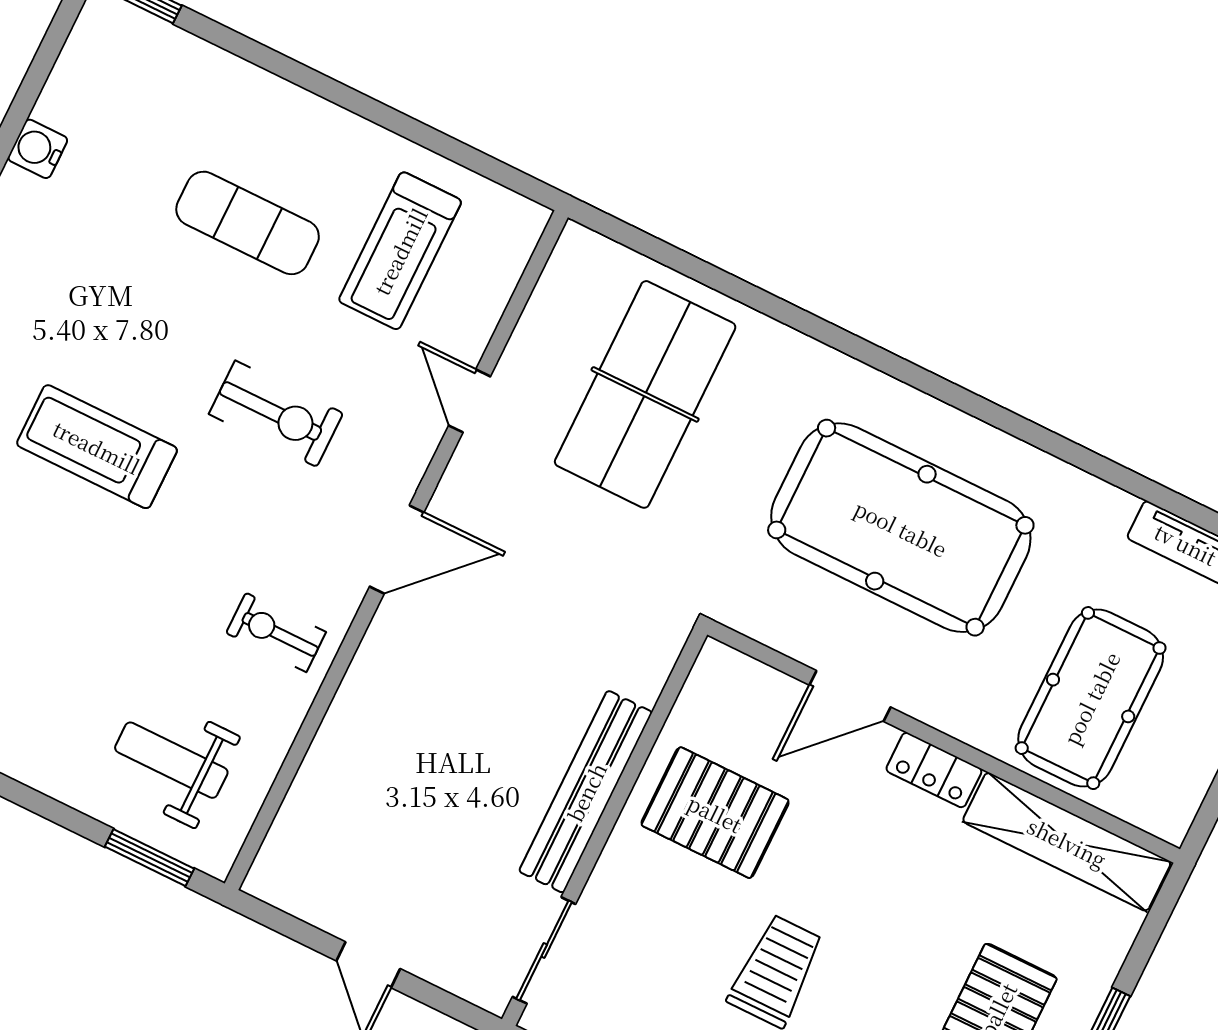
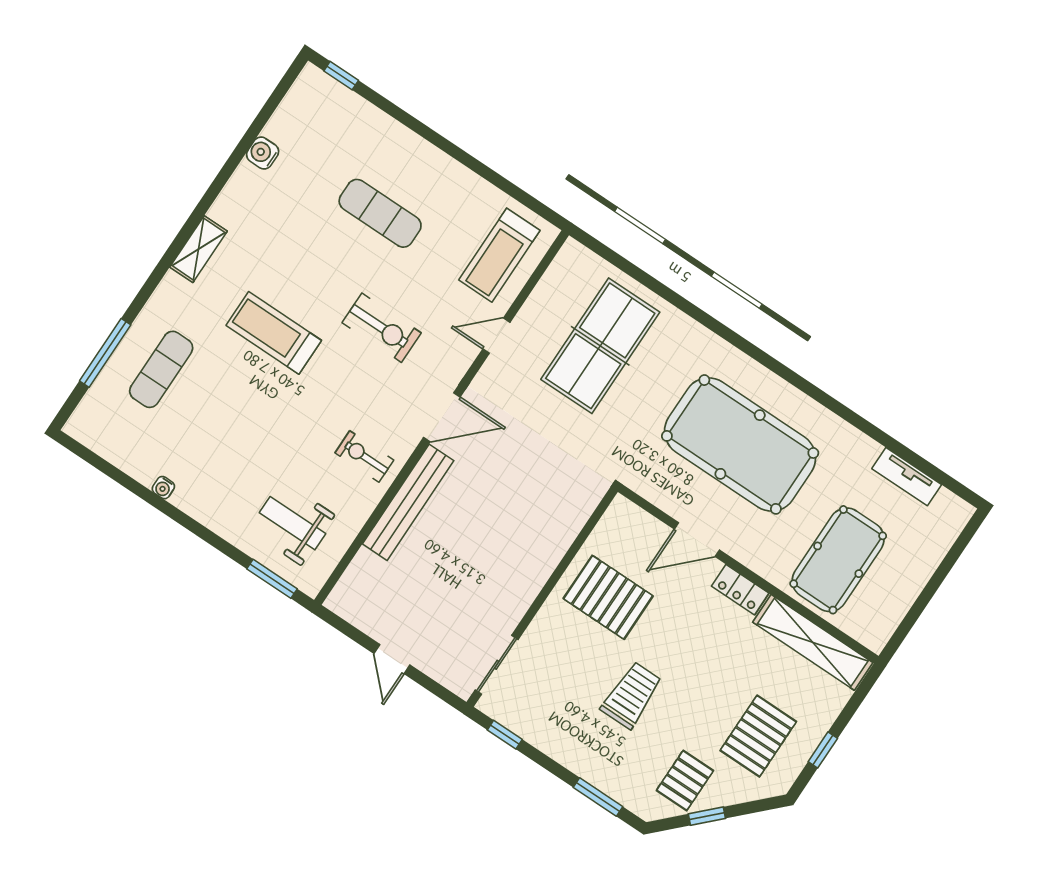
treadmill: (400, 251) -> (499, 255), moved
door: (469, 401) -> (496, 336), hinge flipped
bench: (586, 792) -> (408, 502), moved

